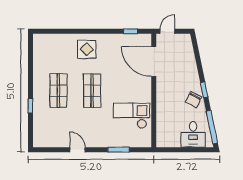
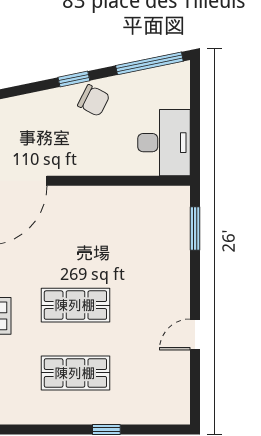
checkout: (131, 116) -> (126, 226), removed
desk: (193, 134) -> (164, 143), moved, width x1.37
window: (119, 150) -> (195, 229), moved

